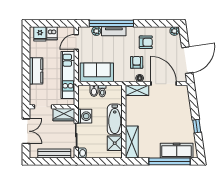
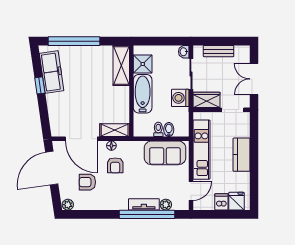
armchair: (146, 42) -> (87, 182), moved
freezer: (177, 151) -> (52, 72), moved, turned -98
bench: (54, 153) -> (219, 51), width x0.73

